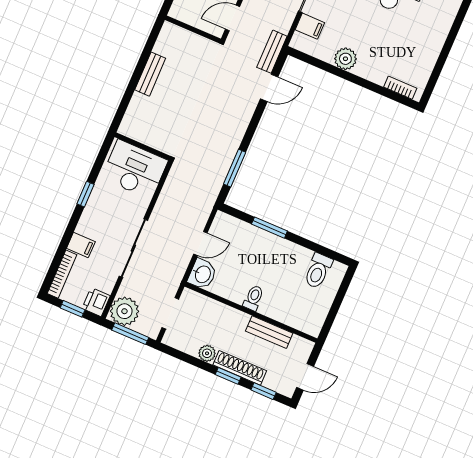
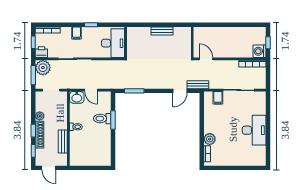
plant: (345, 59) -> (210, 139), moved
door: (269, 88) -> (180, 91), hinge flipped
filing cabinet: (81, 245) -> (76, 33), moved
toilet: (318, 271) -> (102, 119), moved

